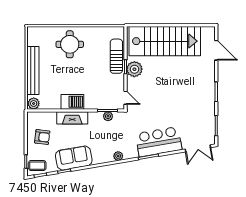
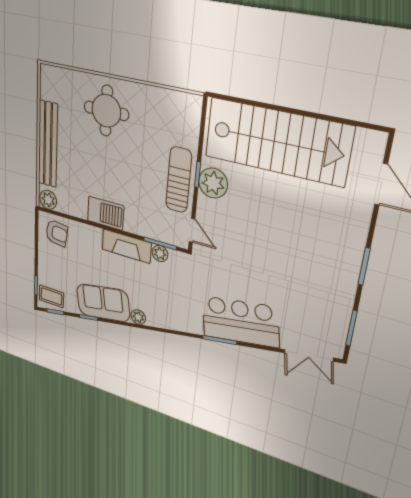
sun lounger: (116, 56) -> (179, 180), moved
fireplace: (72, 118) -> (127, 246), moved
armchair: (42, 137) -> (57, 233), moved
plant: (118, 156) -> (138, 317), moved

